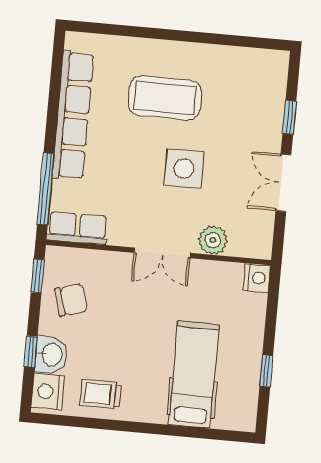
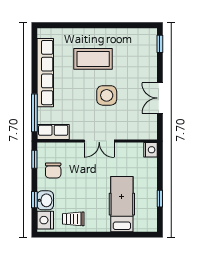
window: (289, 117) -> (160, 44), moved
plant: (213, 240) -> (125, 132), removed
chair: (71, 300) -> (53, 170), turned 106

